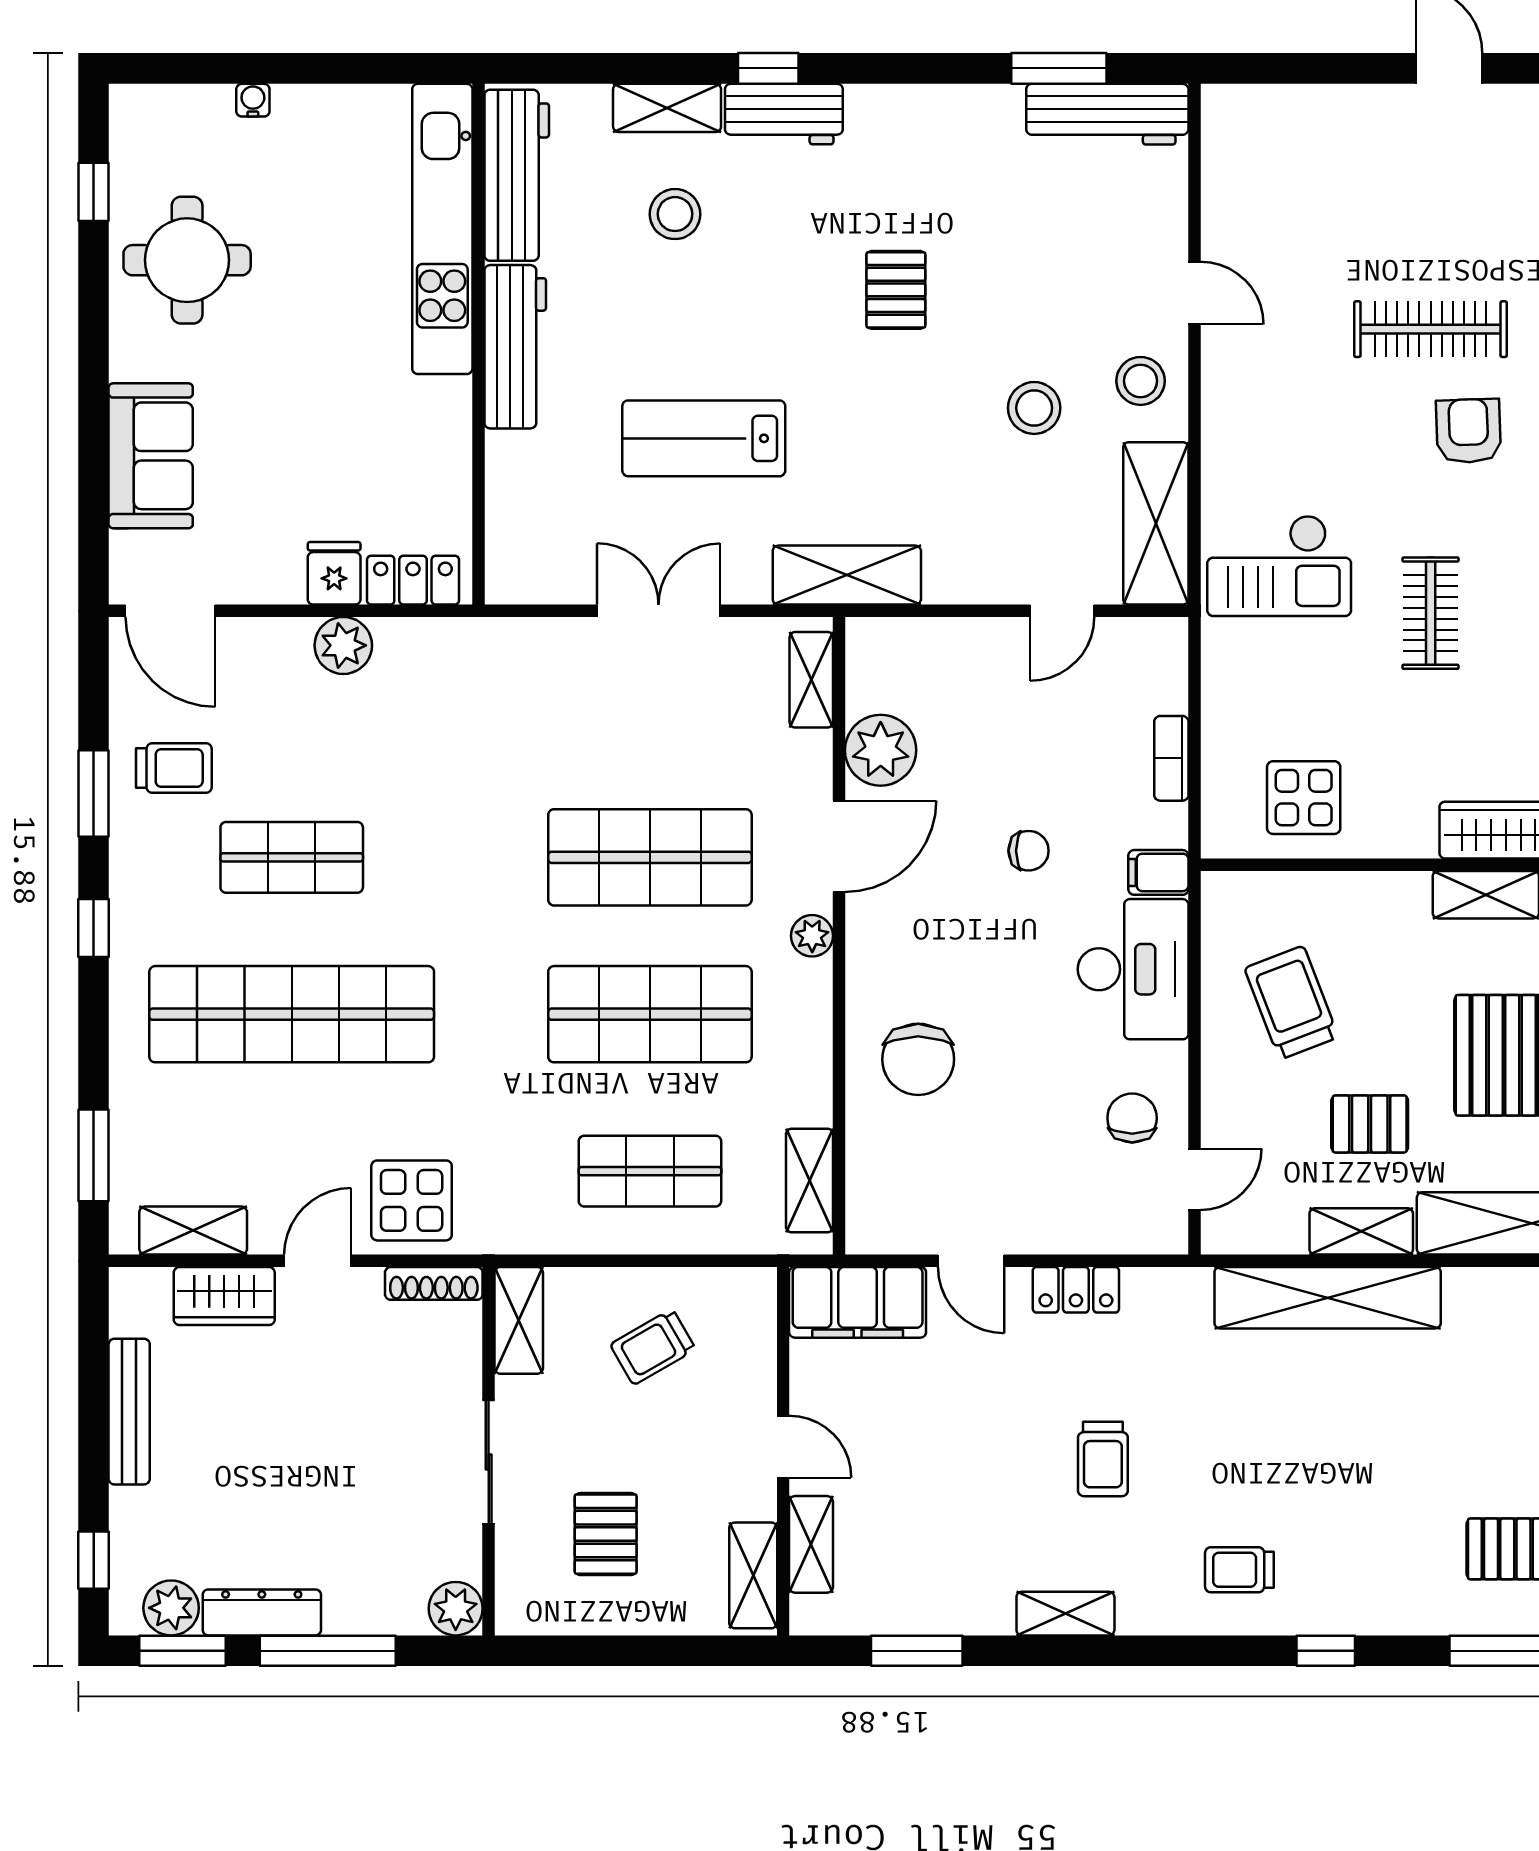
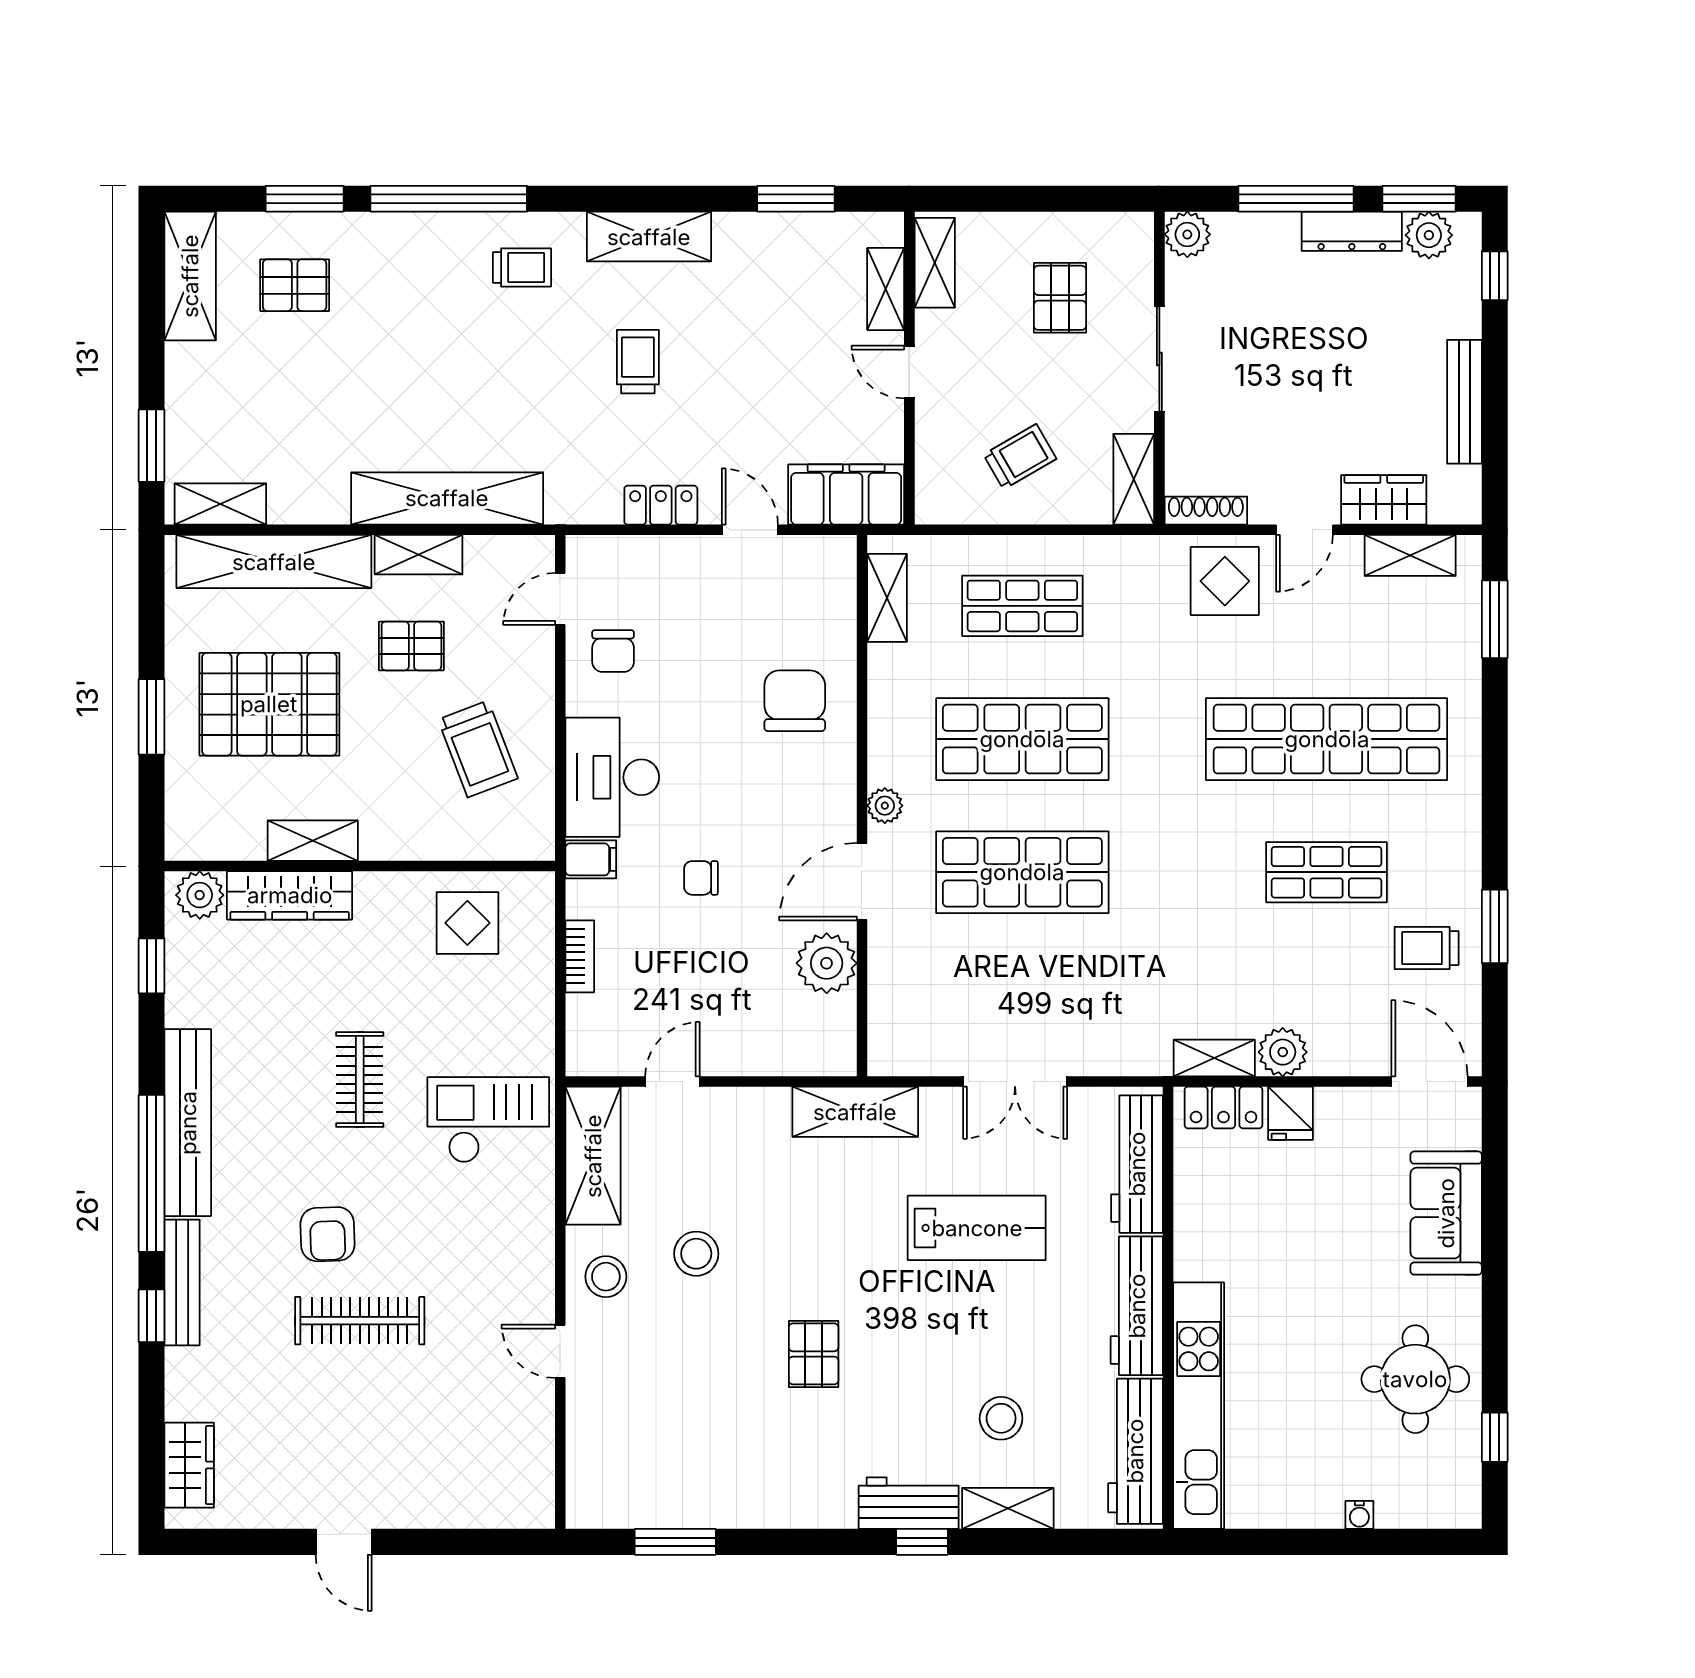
workbench: (1107, 114) -> (1137, 1164), moved, turned -90
shelving: (811, 680) -> (1214, 1058), moved, turned 90
window: (94, 928) -> (1495, 812), removed
shelving: (1065, 1614) -> (649, 237), width x1.50, depth x1.33
window: (1326, 1651) -> (449, 199), width x3.17

